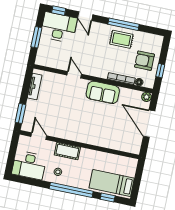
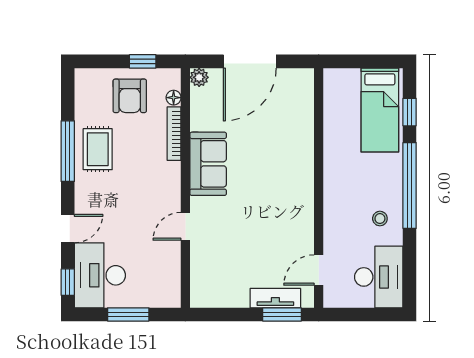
tv unit: (35, 87) -> (275, 298), moved
cot: (67, 151) -> (336, 209), removed

